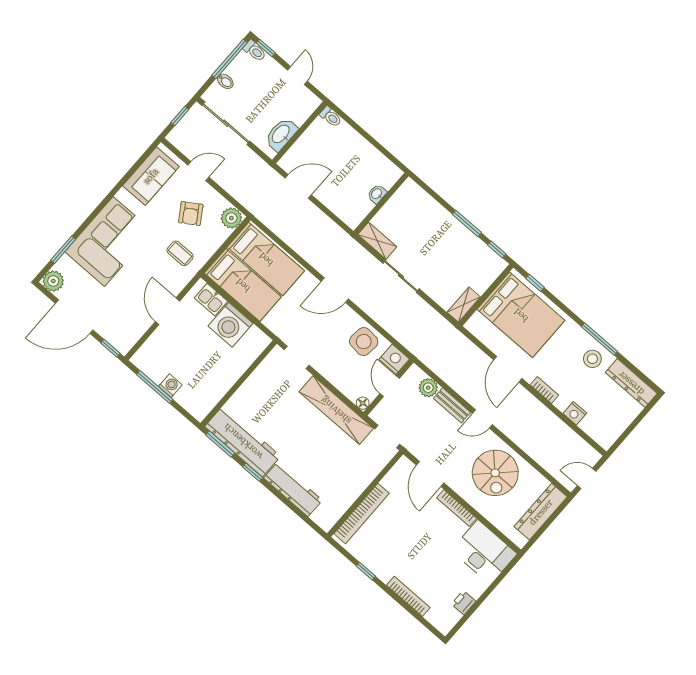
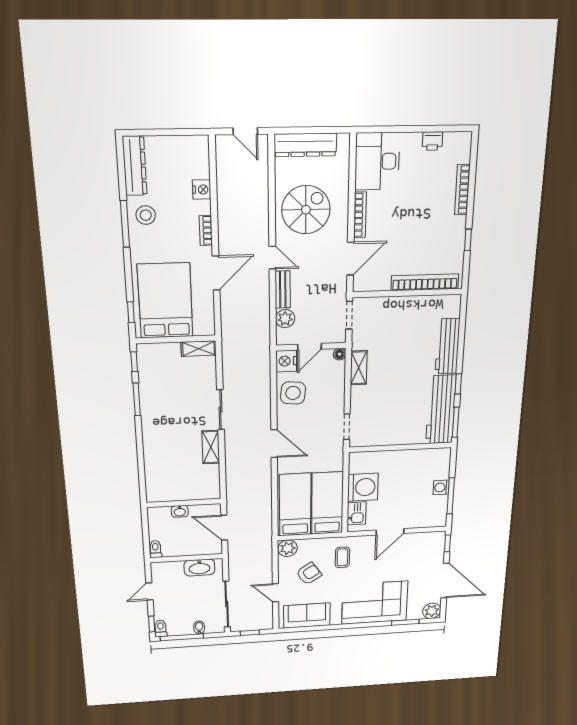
washbasin: (377, 194) -> (180, 511), moved
wall: (381, 204) -> (184, 503), moved
shelving: (336, 410) -> (359, 368), width x0.45, depth x0.75

